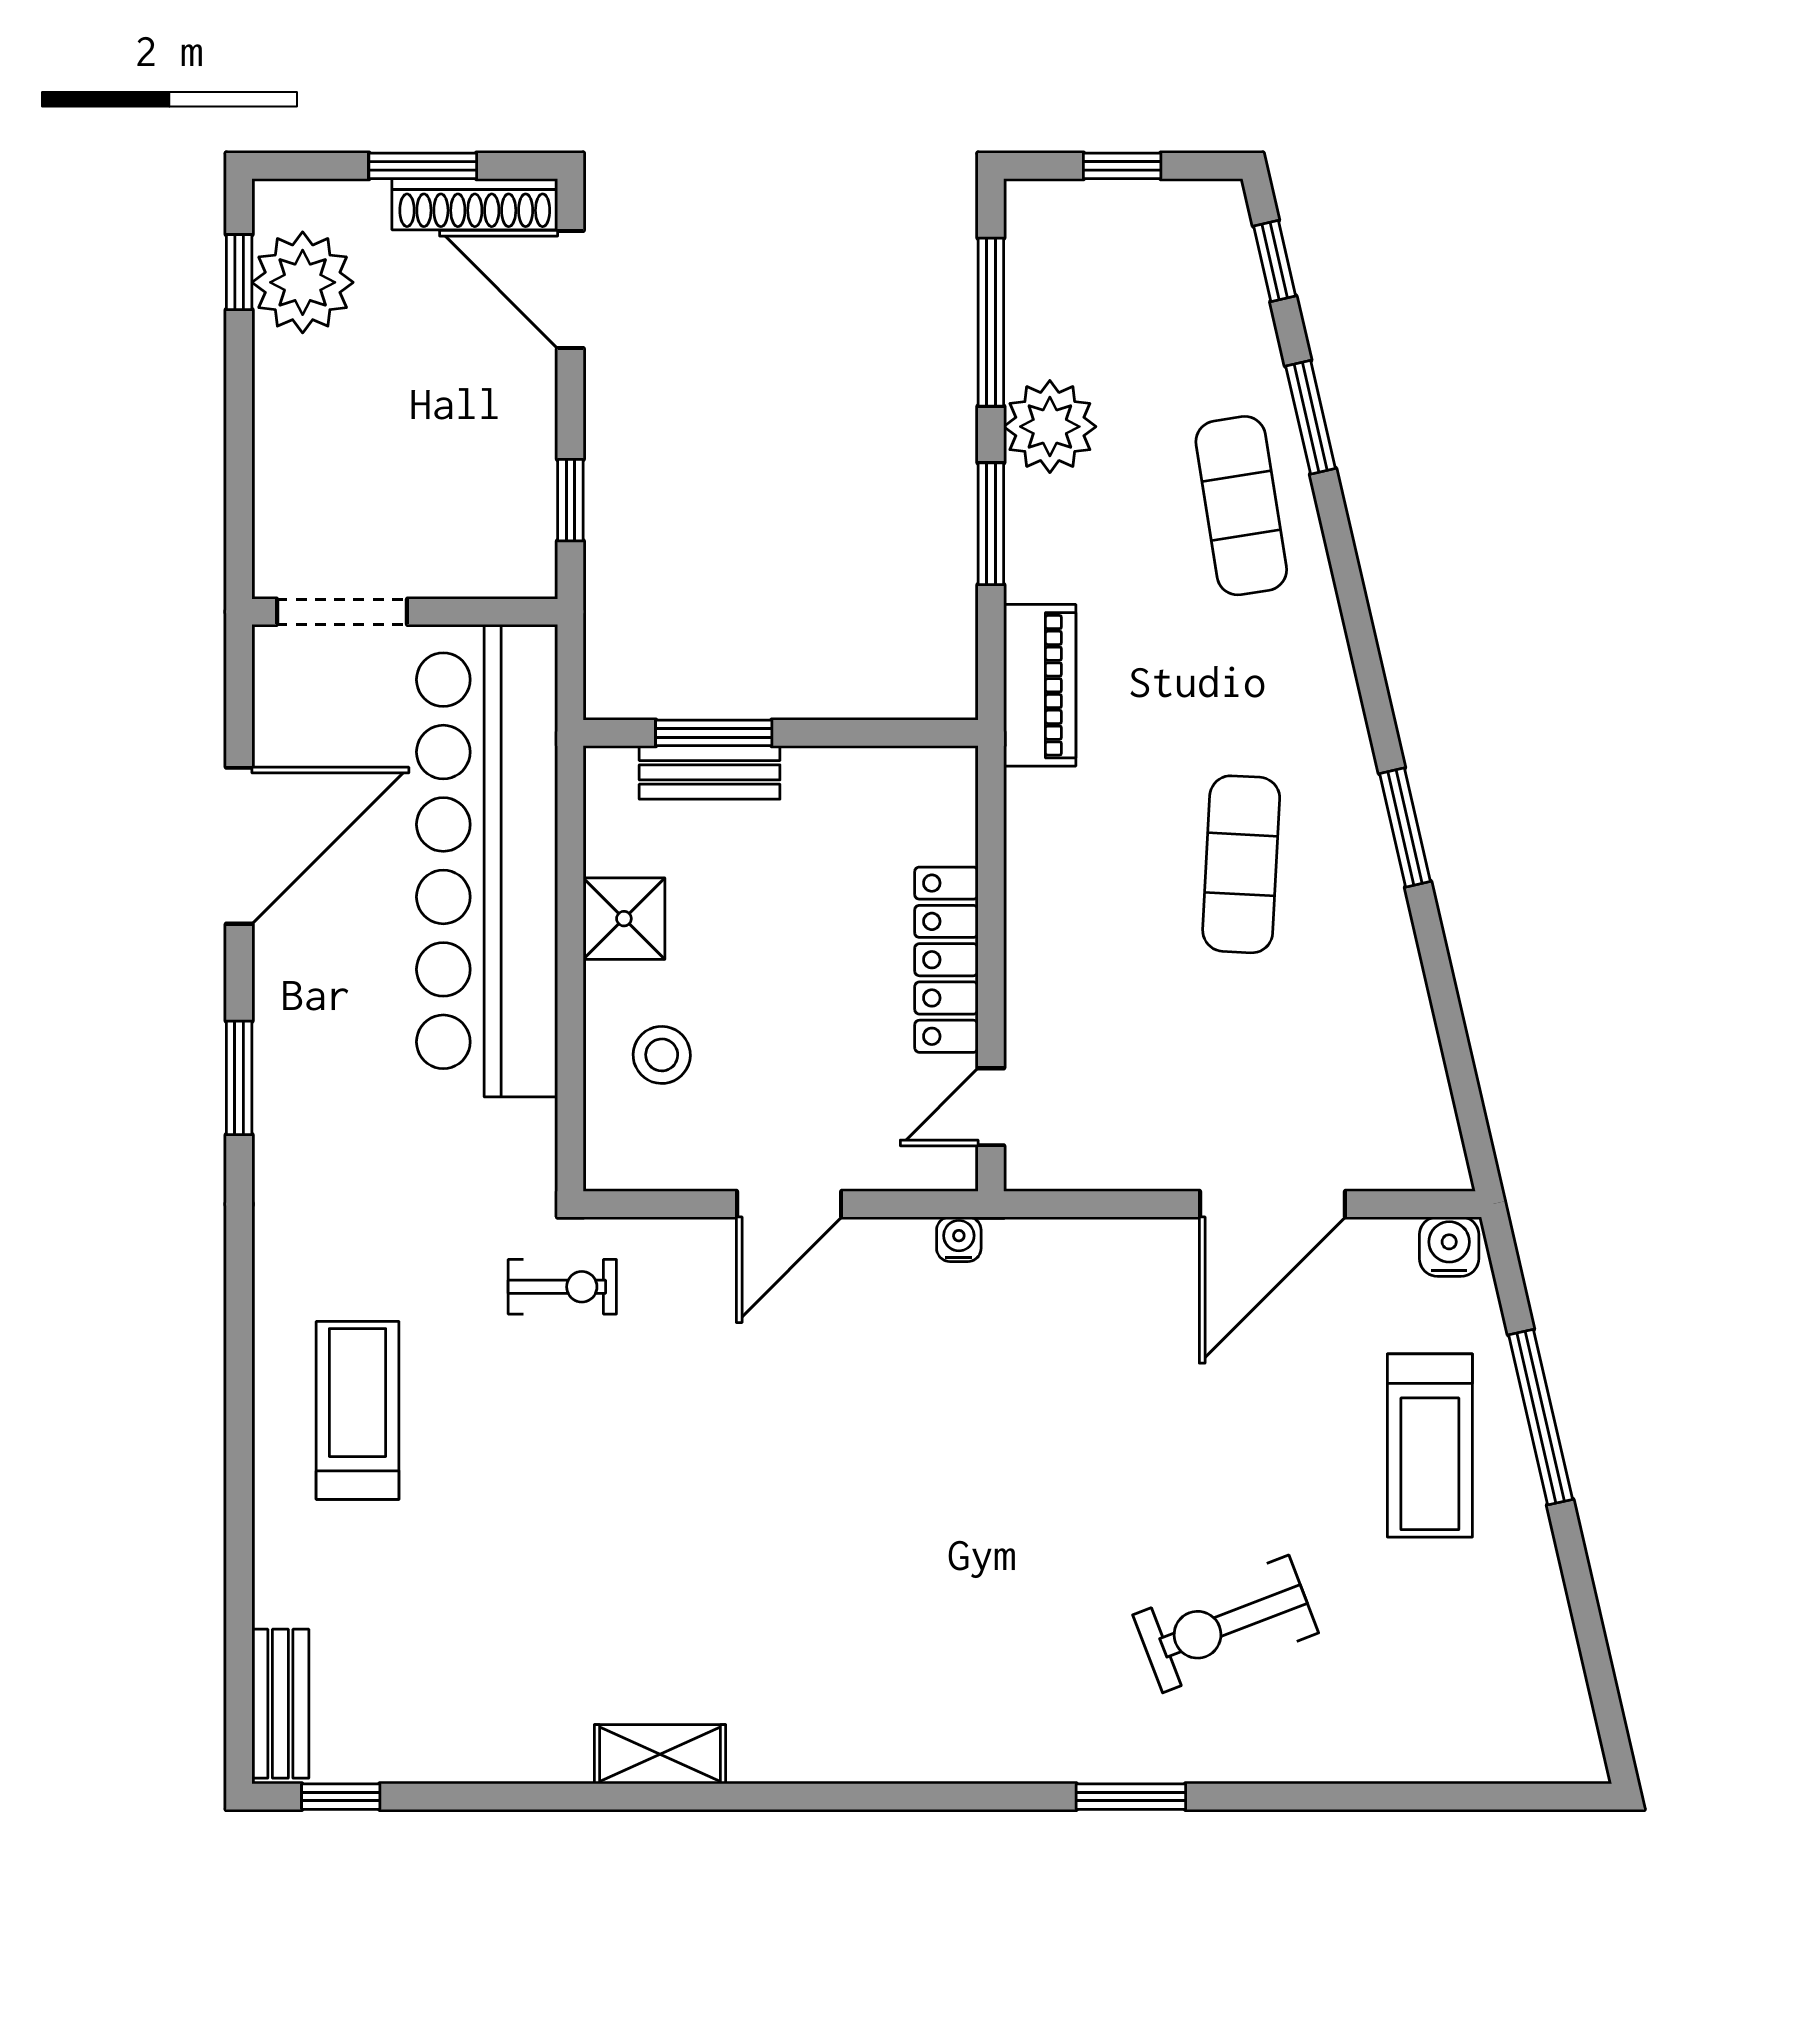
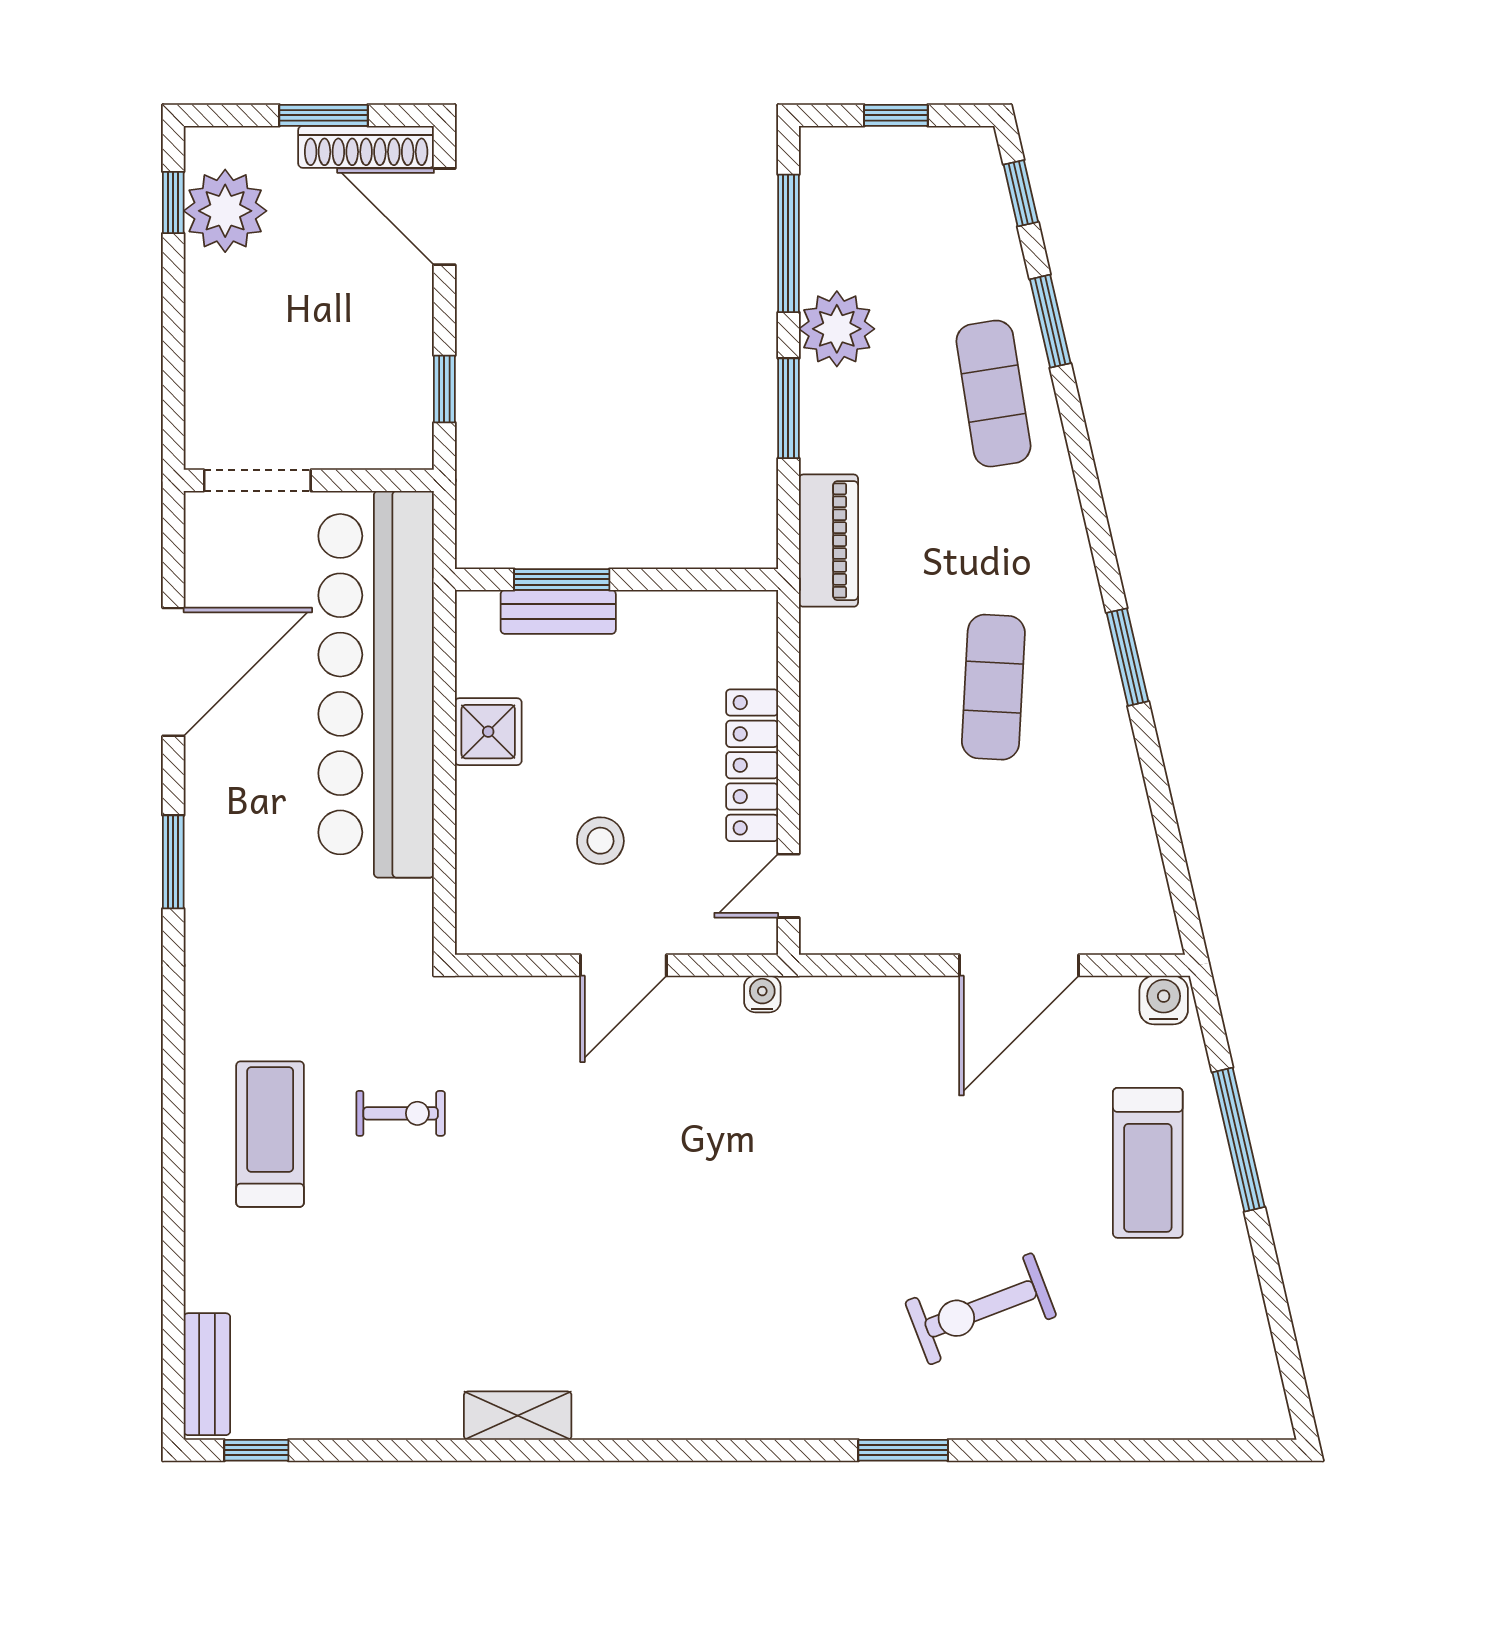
stool: (662, 1055) -> (600, 841), moved
exercise bike: (562, 1287) -> (401, 1113), moved

